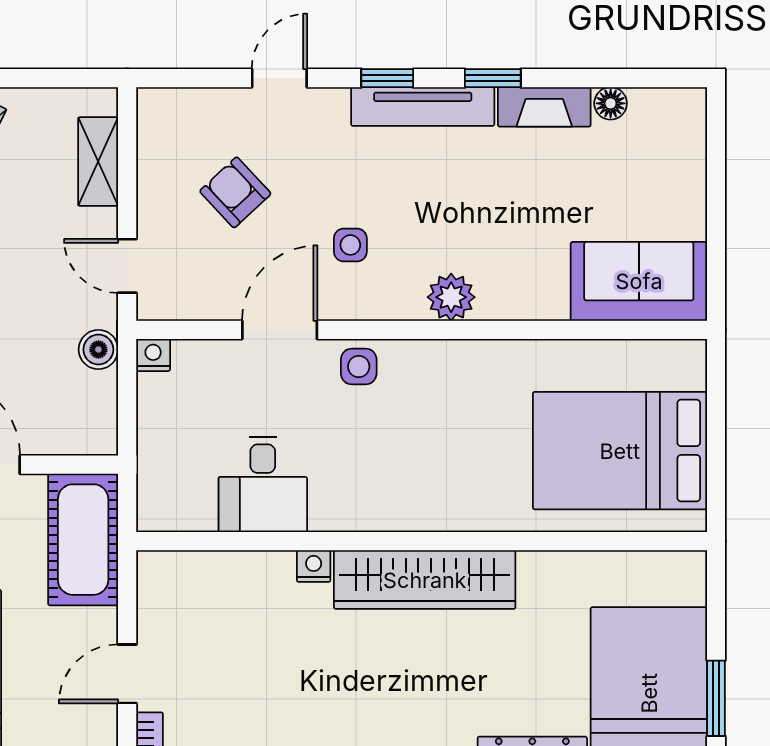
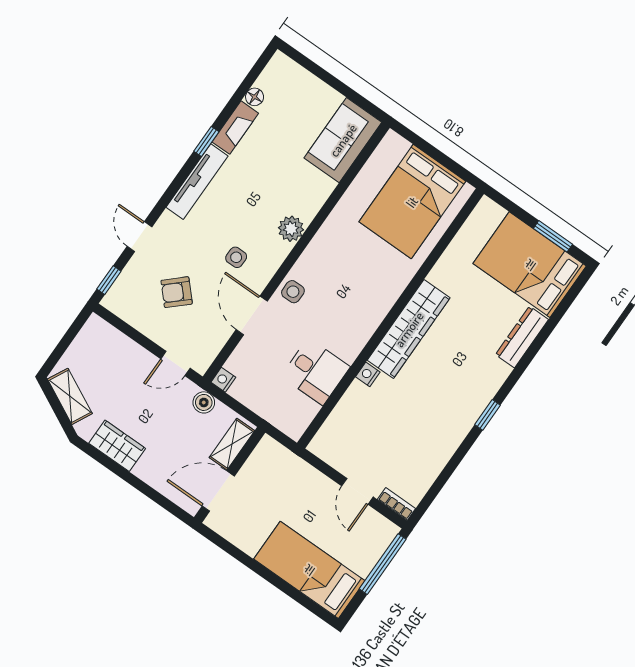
window: (387, 78) -> (109, 280), moved
shelving: (98, 162) -> (232, 444), moved, turned 90
cot: (83, 540) -> (284, 469), removed

